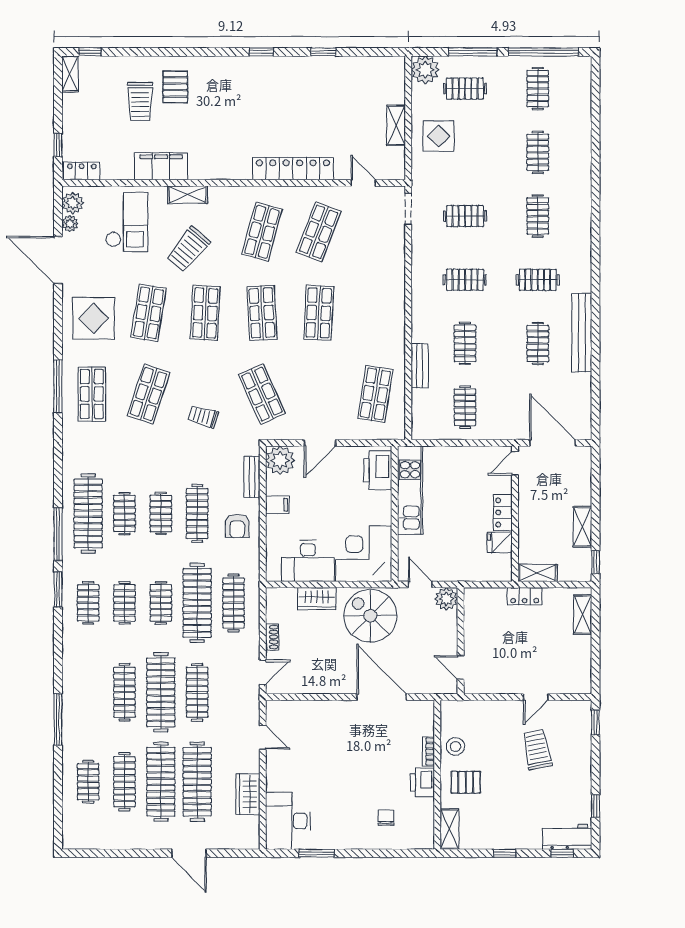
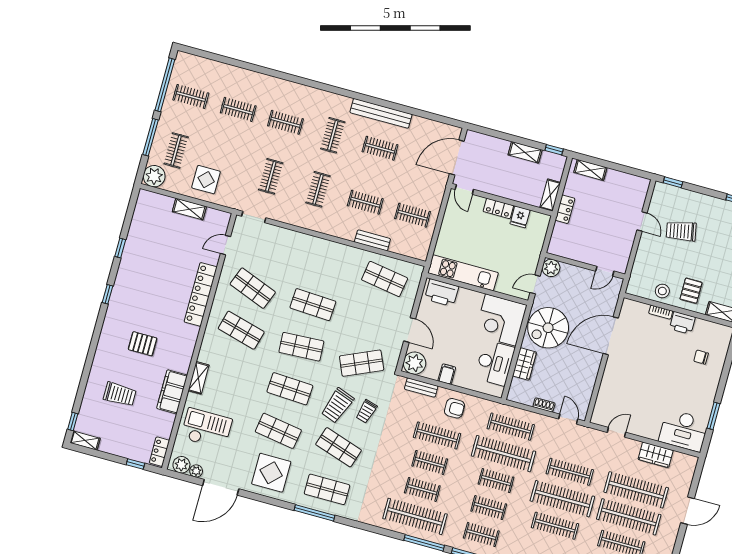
pallet: (175, 87) -> (143, 344), moved
trolley: (188, 249) -> (337, 405), moved, turned 70

